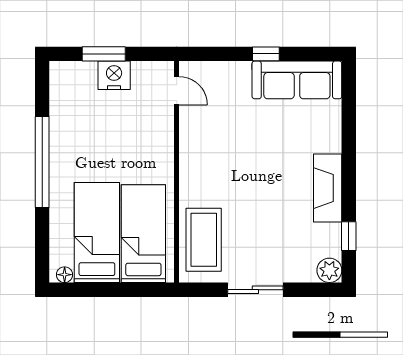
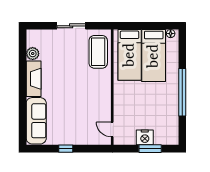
sofa: (297, 80) -> (36, 121), moved, turned 90
window: (349, 236) -> (23, 54), removed
plant: (329, 270) -> (33, 54), moved

